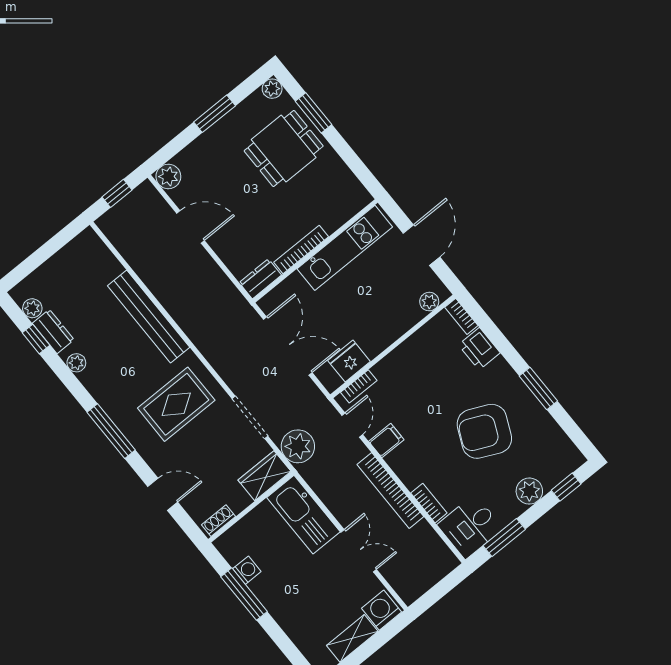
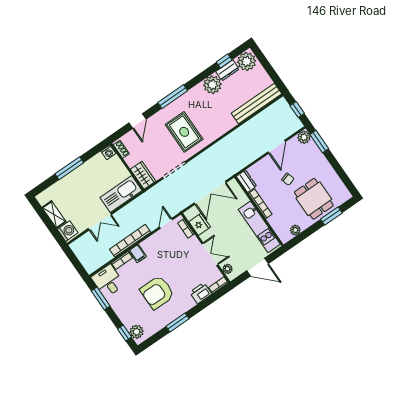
plant: (272, 89) -> (295, 230), moved
window: (215, 114) -> (319, 141), moved
chair: (250, 201) -> (288, 179), added
plant: (32, 308) -> (247, 61), width x1.88, depth x1.88
bench: (149, 317) -> (257, 104), moved
double door: (404, 337) -> (210, 254), added
plant: (76, 363) -> (212, 85), width x1.87, depth x1.87
door: (352, 425) -> (166, 223), swing flipped
armchair: (484, 431) -> (157, 292), turned -115
filing cabinet: (386, 441) -> (138, 254), moved
plant: (298, 446) -> (157, 194), removed
plant: (529, 491) -> (137, 332), moved
washing machine: (247, 570) -> (108, 152), moved
window: (244, 594) -> (69, 168), moved

